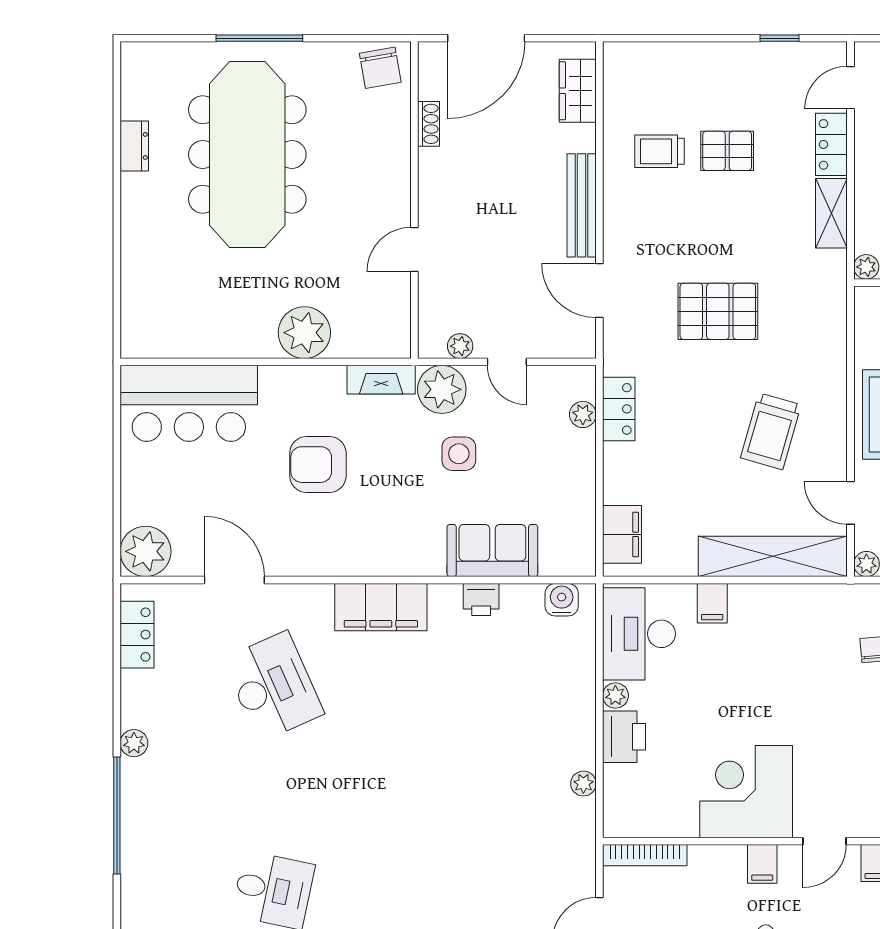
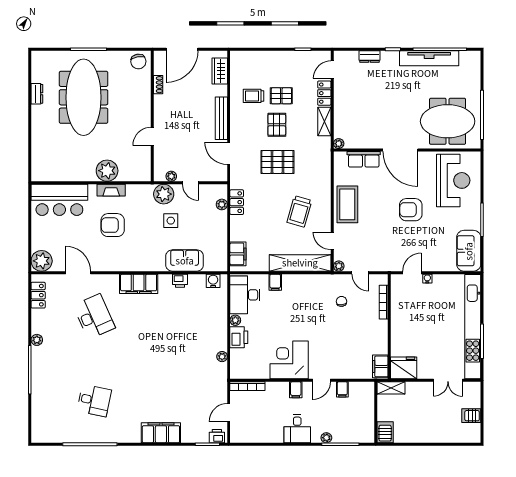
pallet: (716, 221) -> (277, 125), added
fireplace: (381, 380) -> (111, 190), moved

